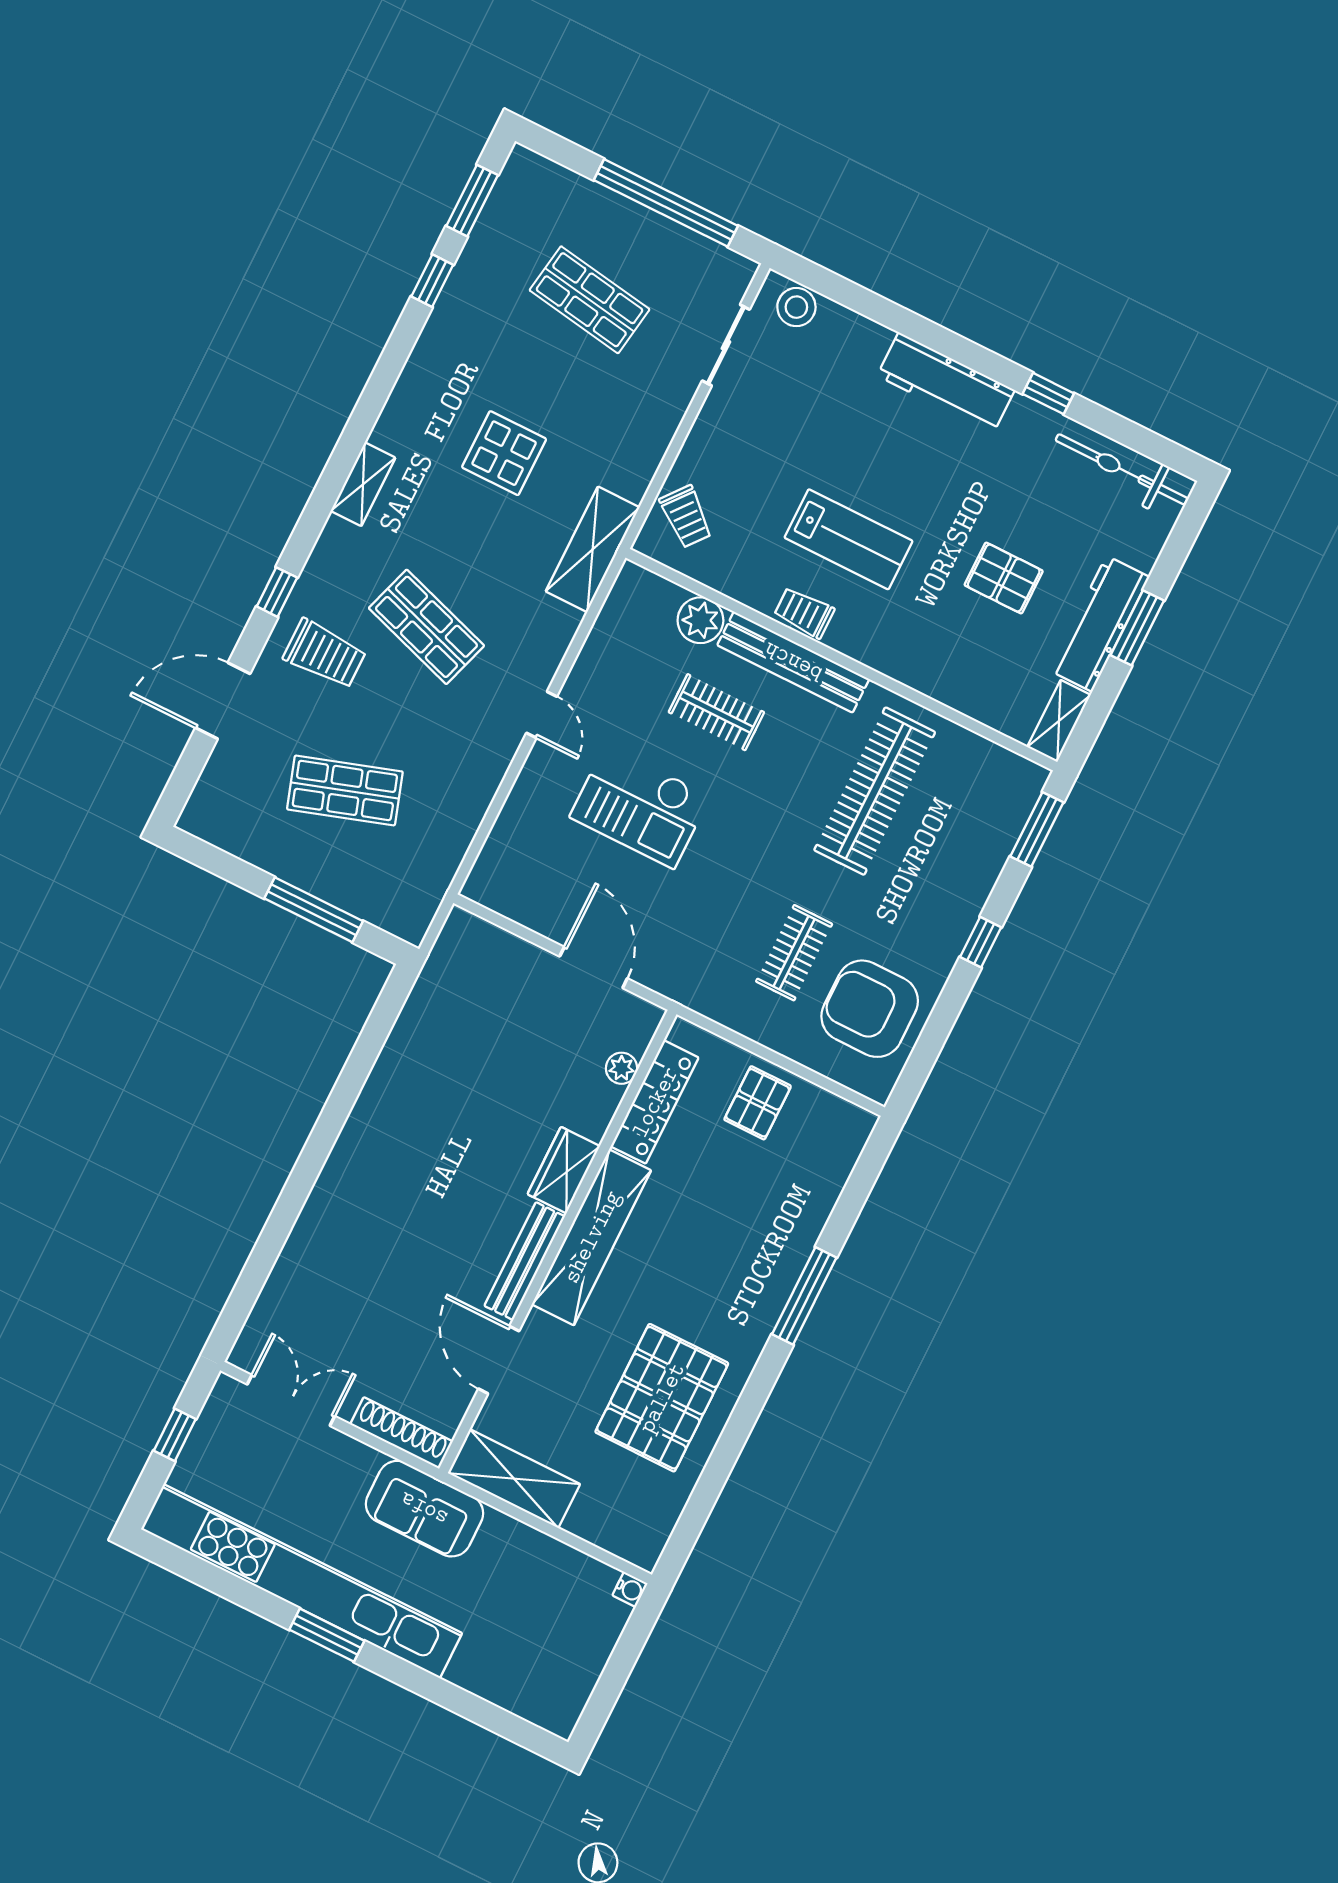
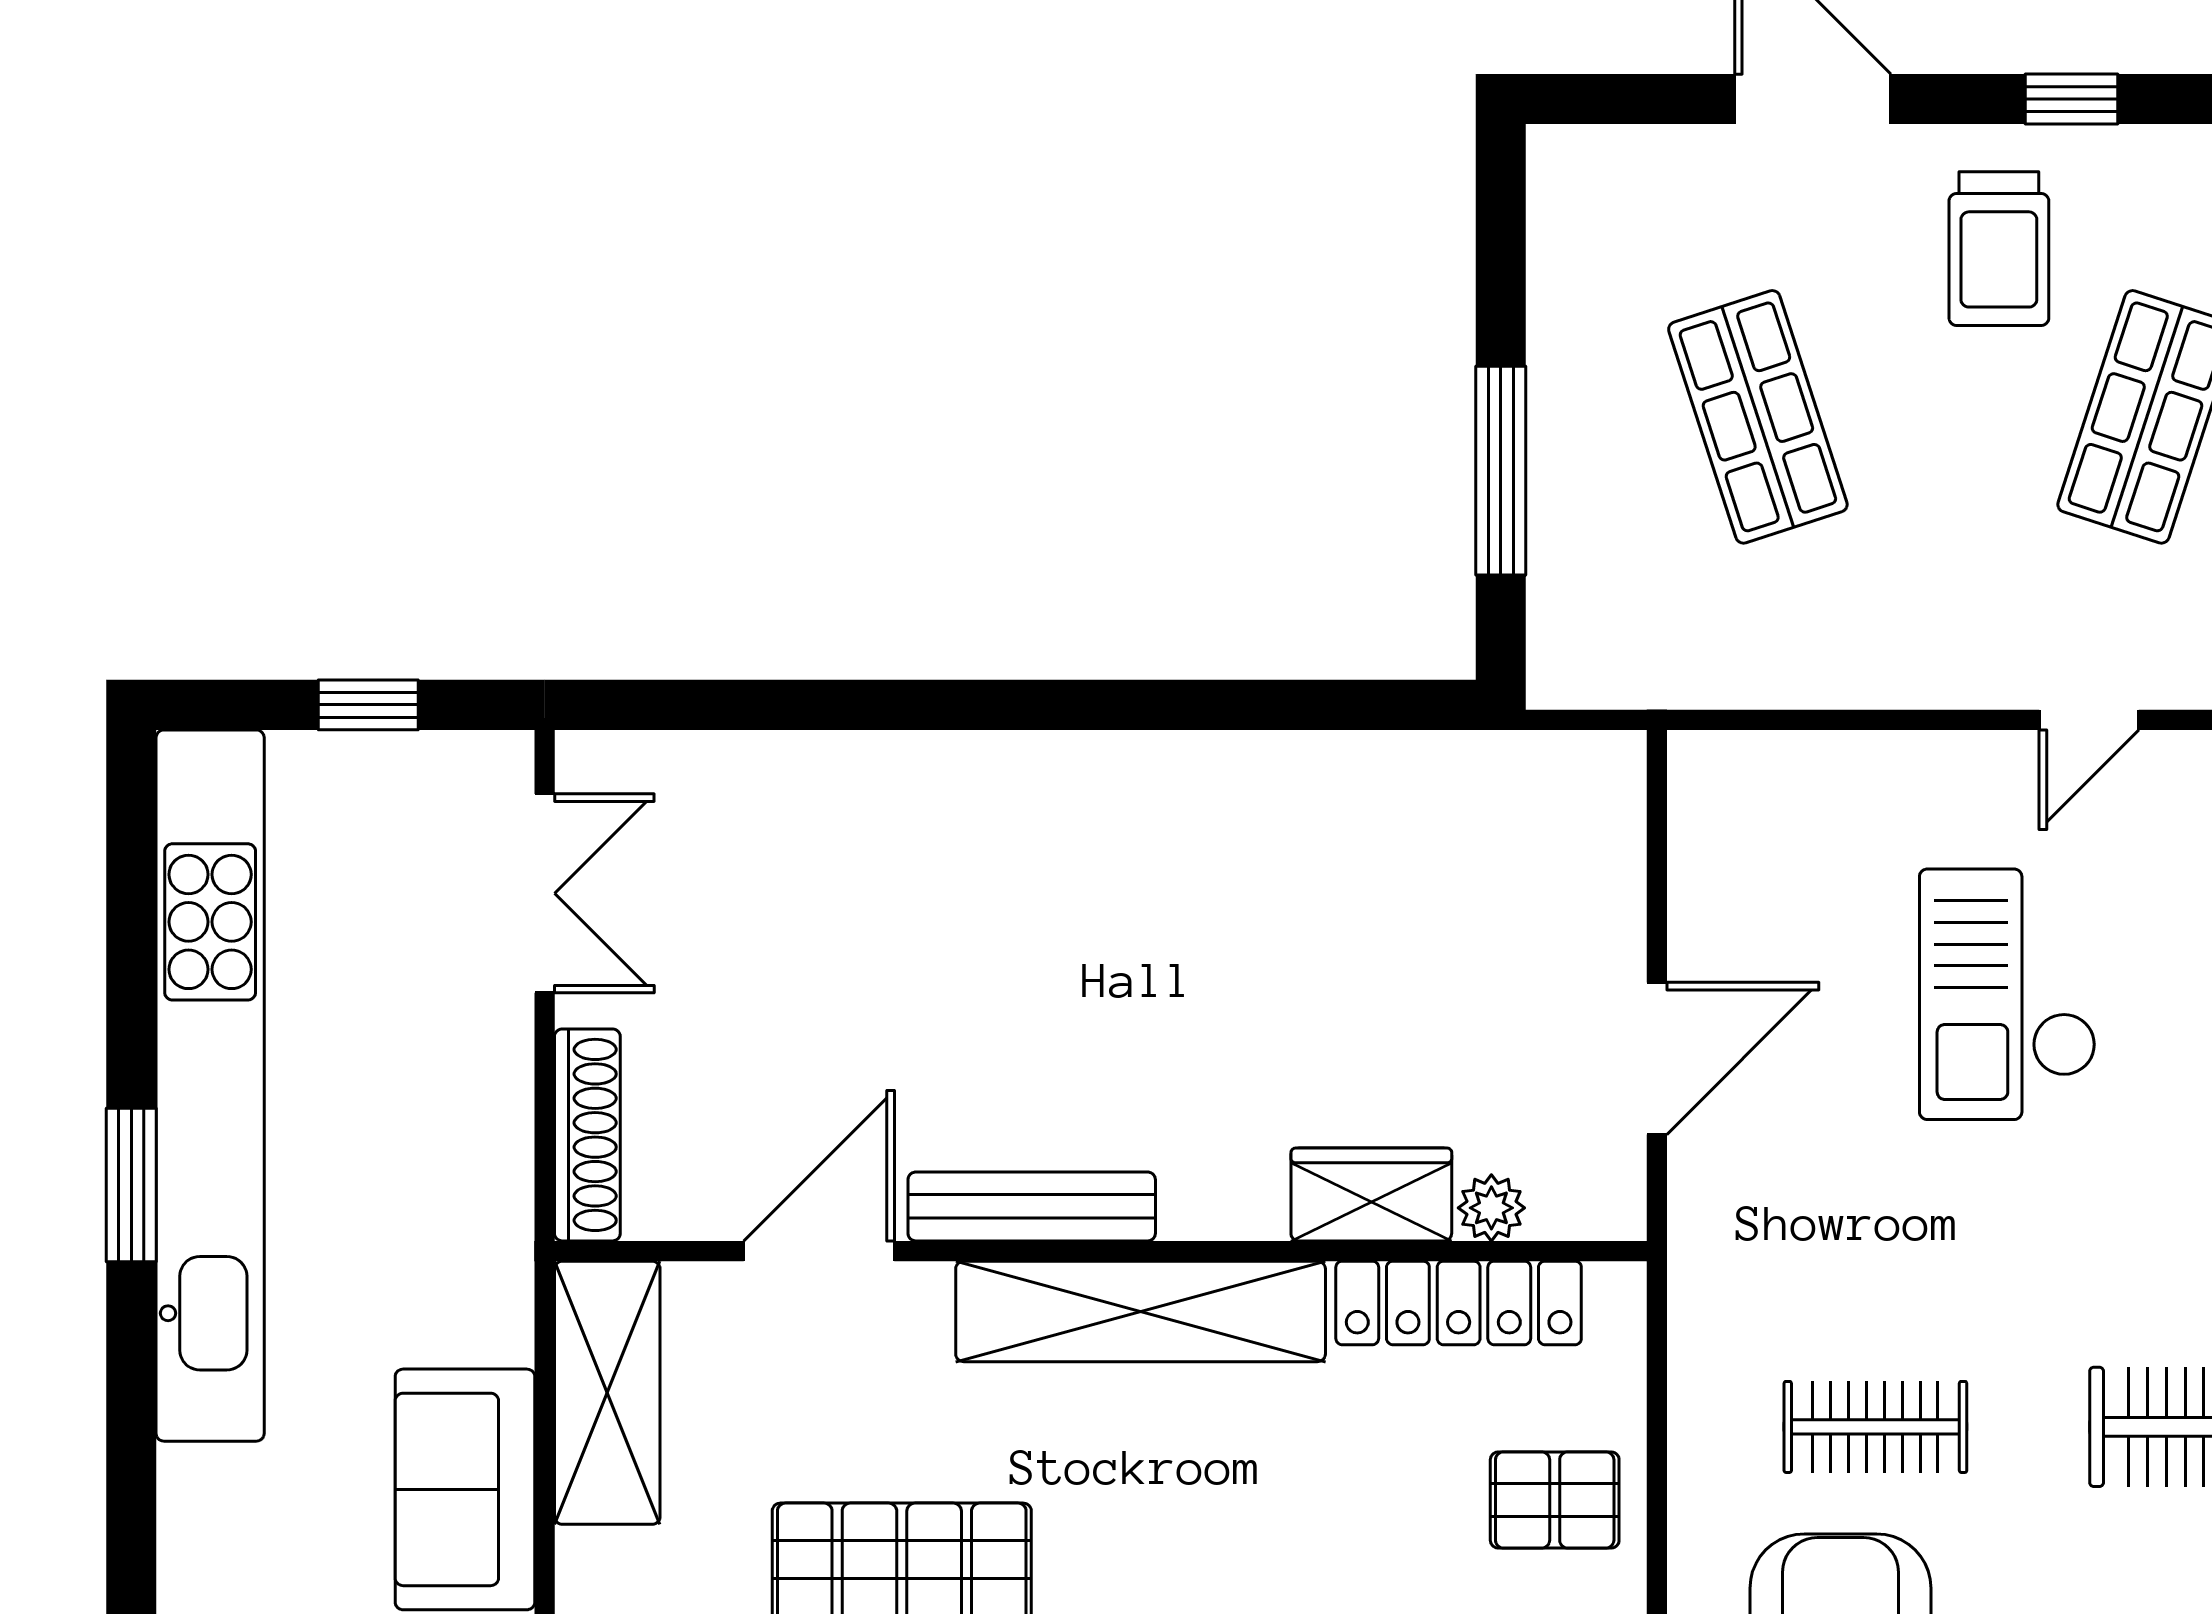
wardrobe: (564, 1170) -> (1371, 1195), moved
sofa: (424, 1509) -> (465, 1489), moved

